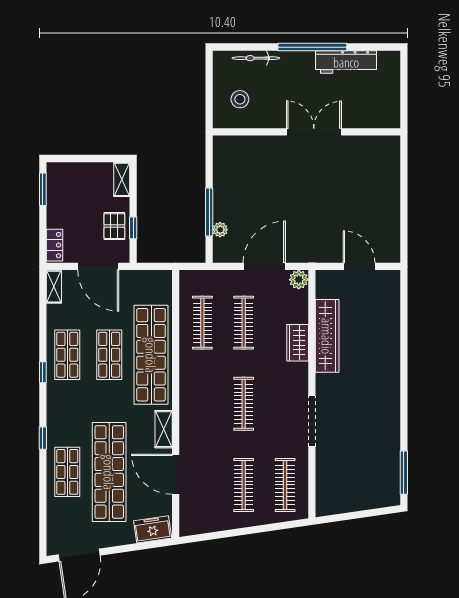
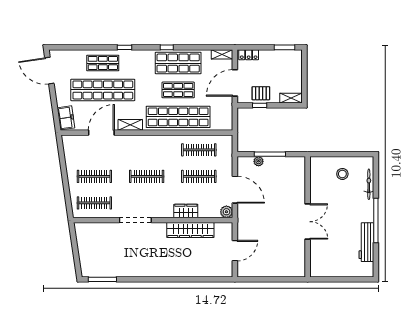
wall: (307, 132) -> (308, 217), moved
double door: (314, 132) -> (308, 222), moved
shop shelf: (67, 355) -> (178, 63), width x1.43, depth x1.36

